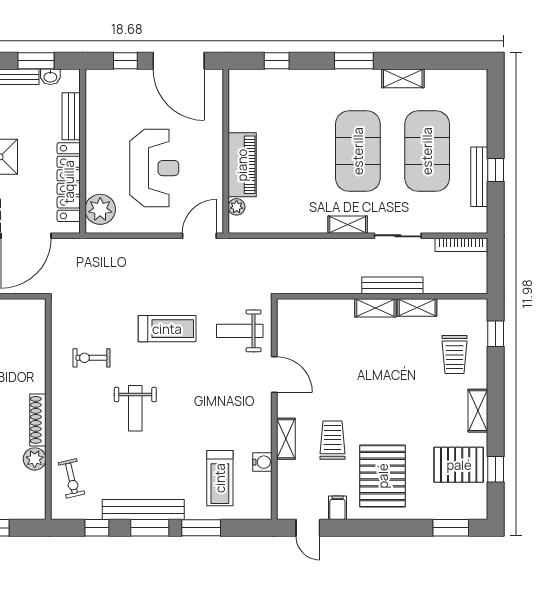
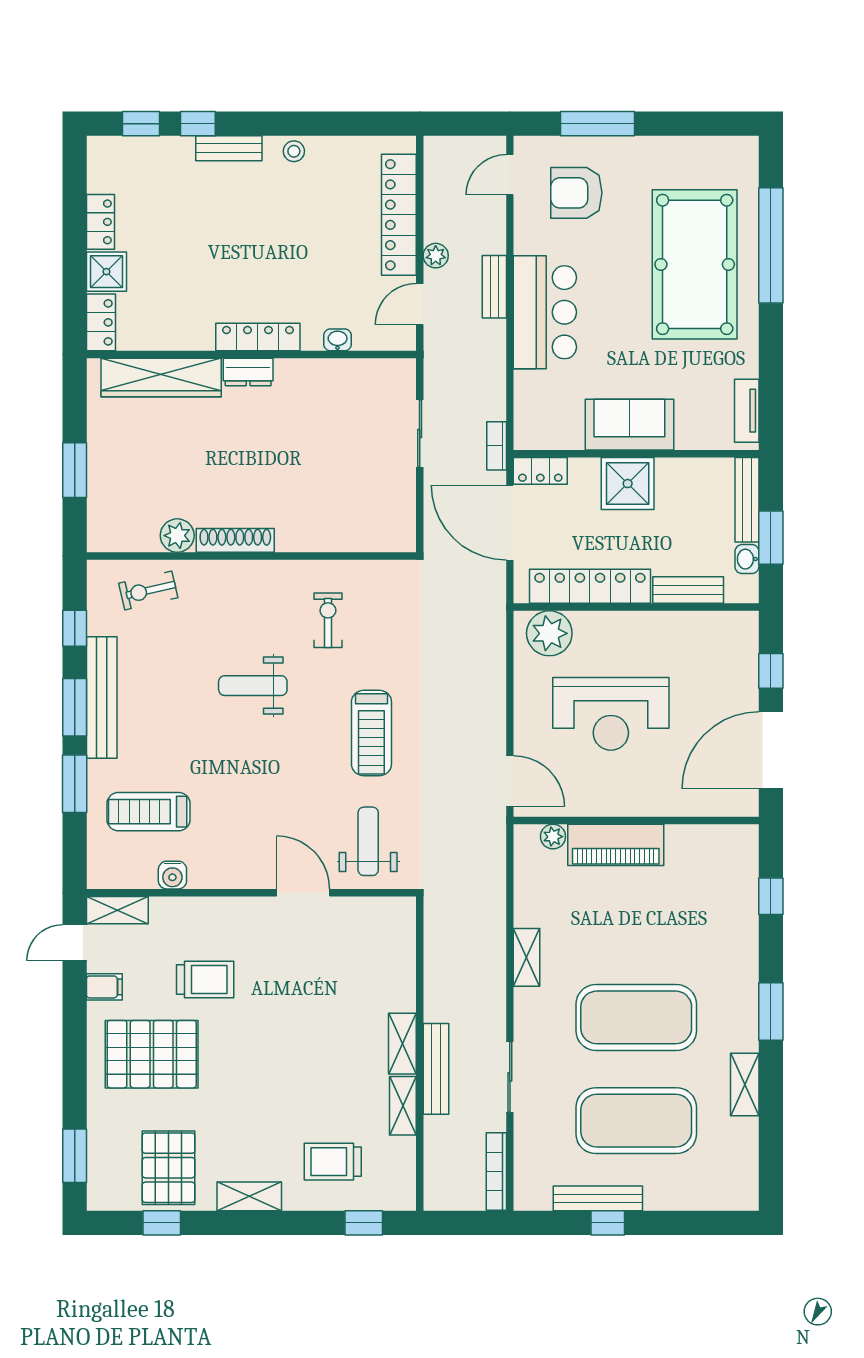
shelving: (348, 225) -> (527, 957), moved
door: (274, 374) -> (303, 893), swing flipped
shelving: (286, 439) -> (117, 910), moved

